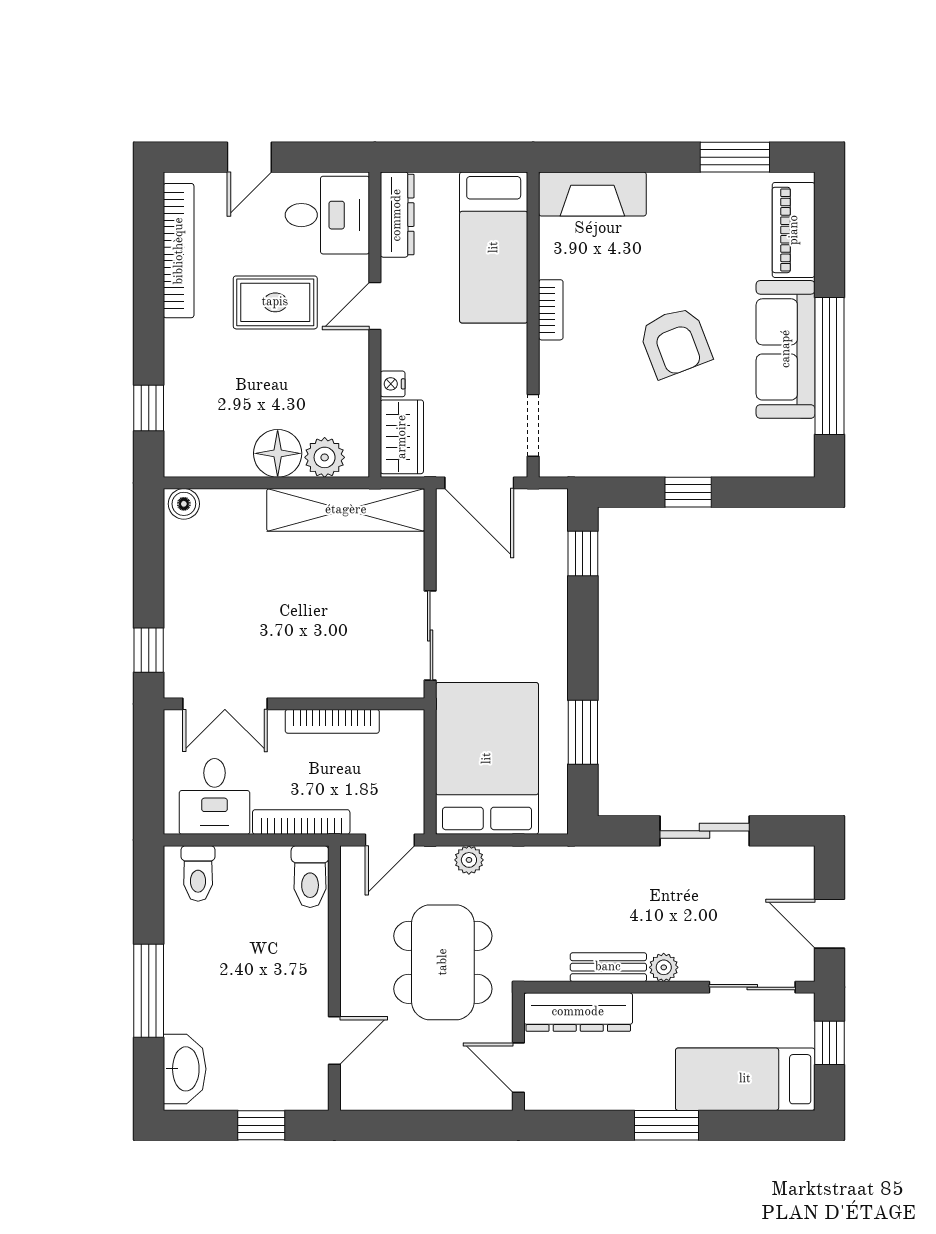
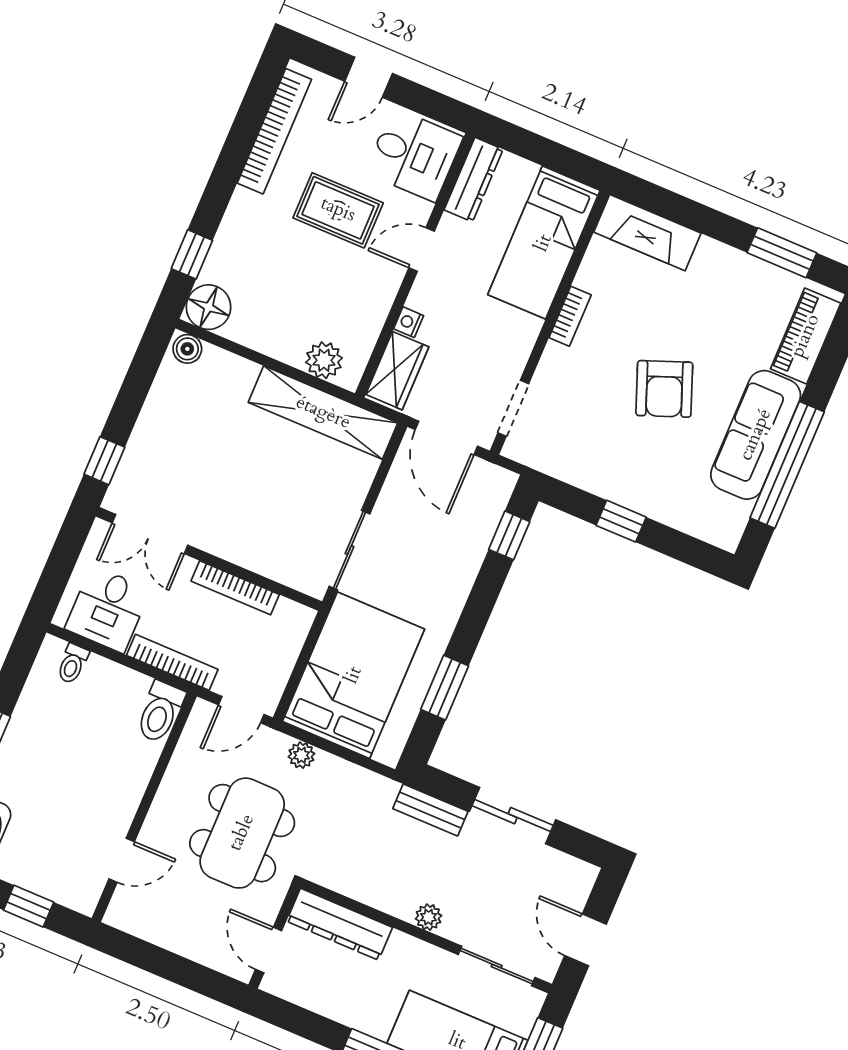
floor lamp: (278, 453) -> (209, 307), moved
toilet: (198, 873) -> (73, 664), width x0.73, depth x0.72
bench: (608, 967) -> (430, 810), moved

